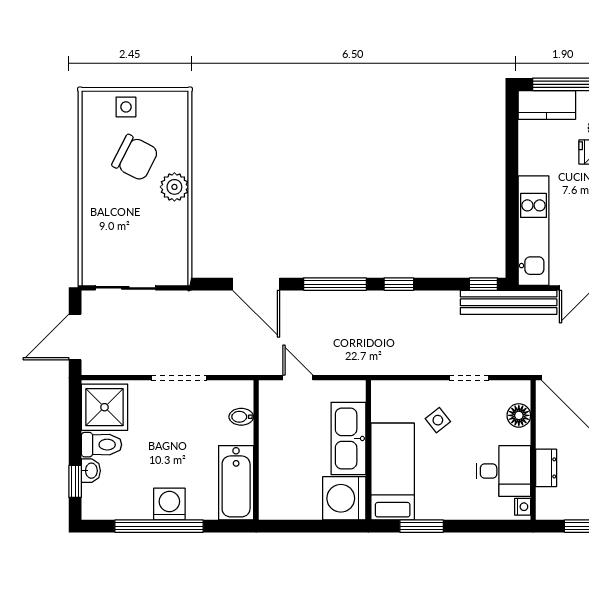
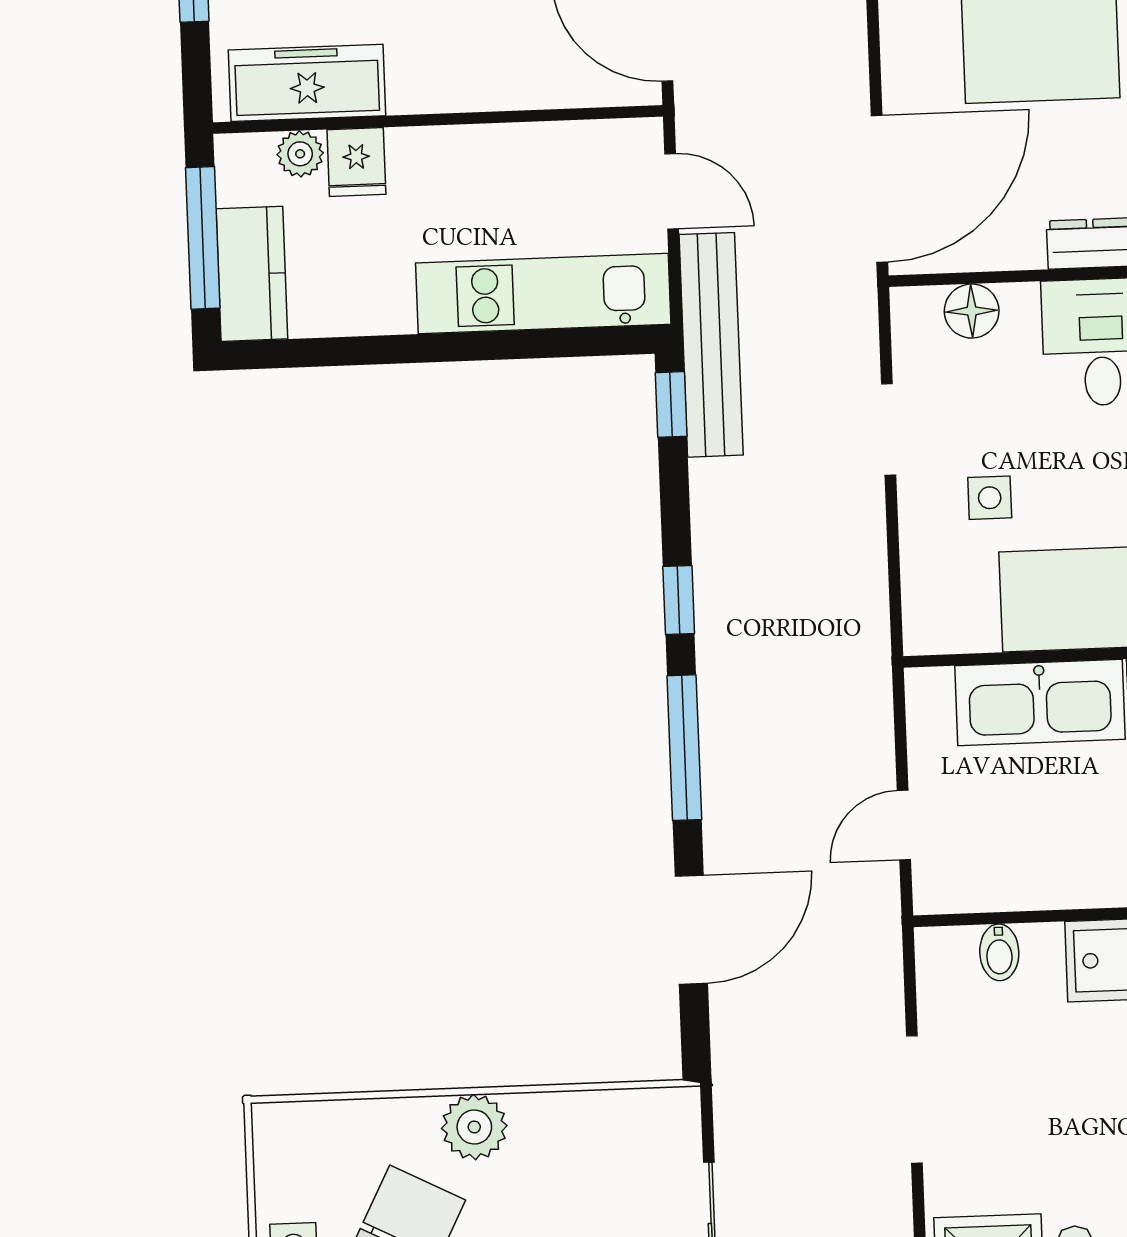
side table: (438, 420) -> (990, 498), turned 38

